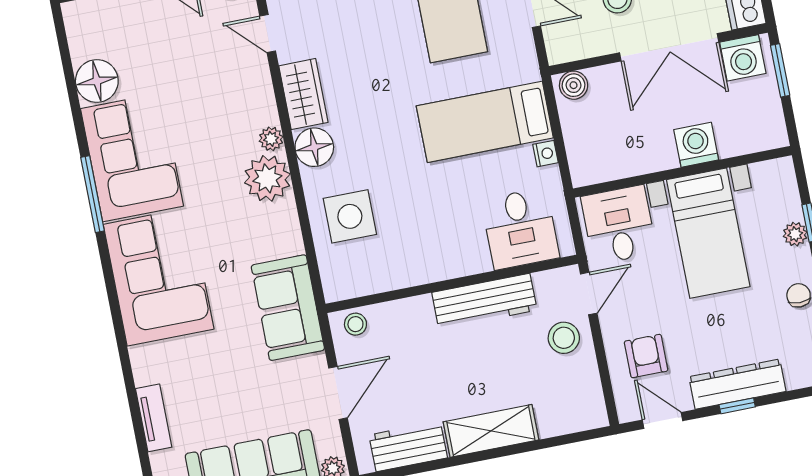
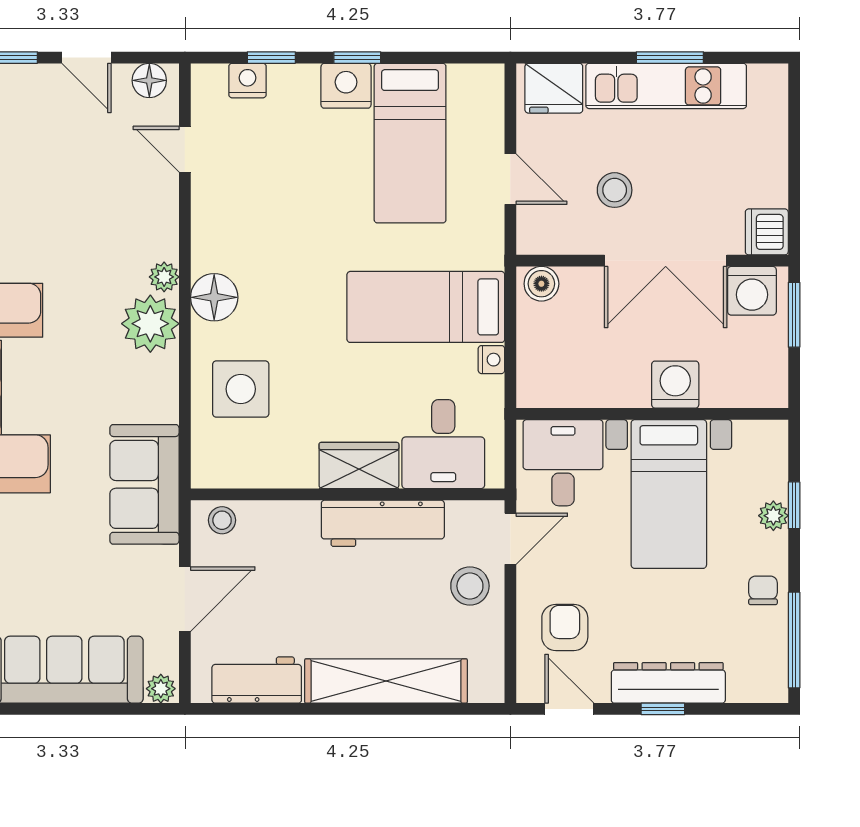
wardrobe: (303, 94) -> (359, 465), moved, turned -90
shelving: (491, 431) -> (386, 681), width x1.47

